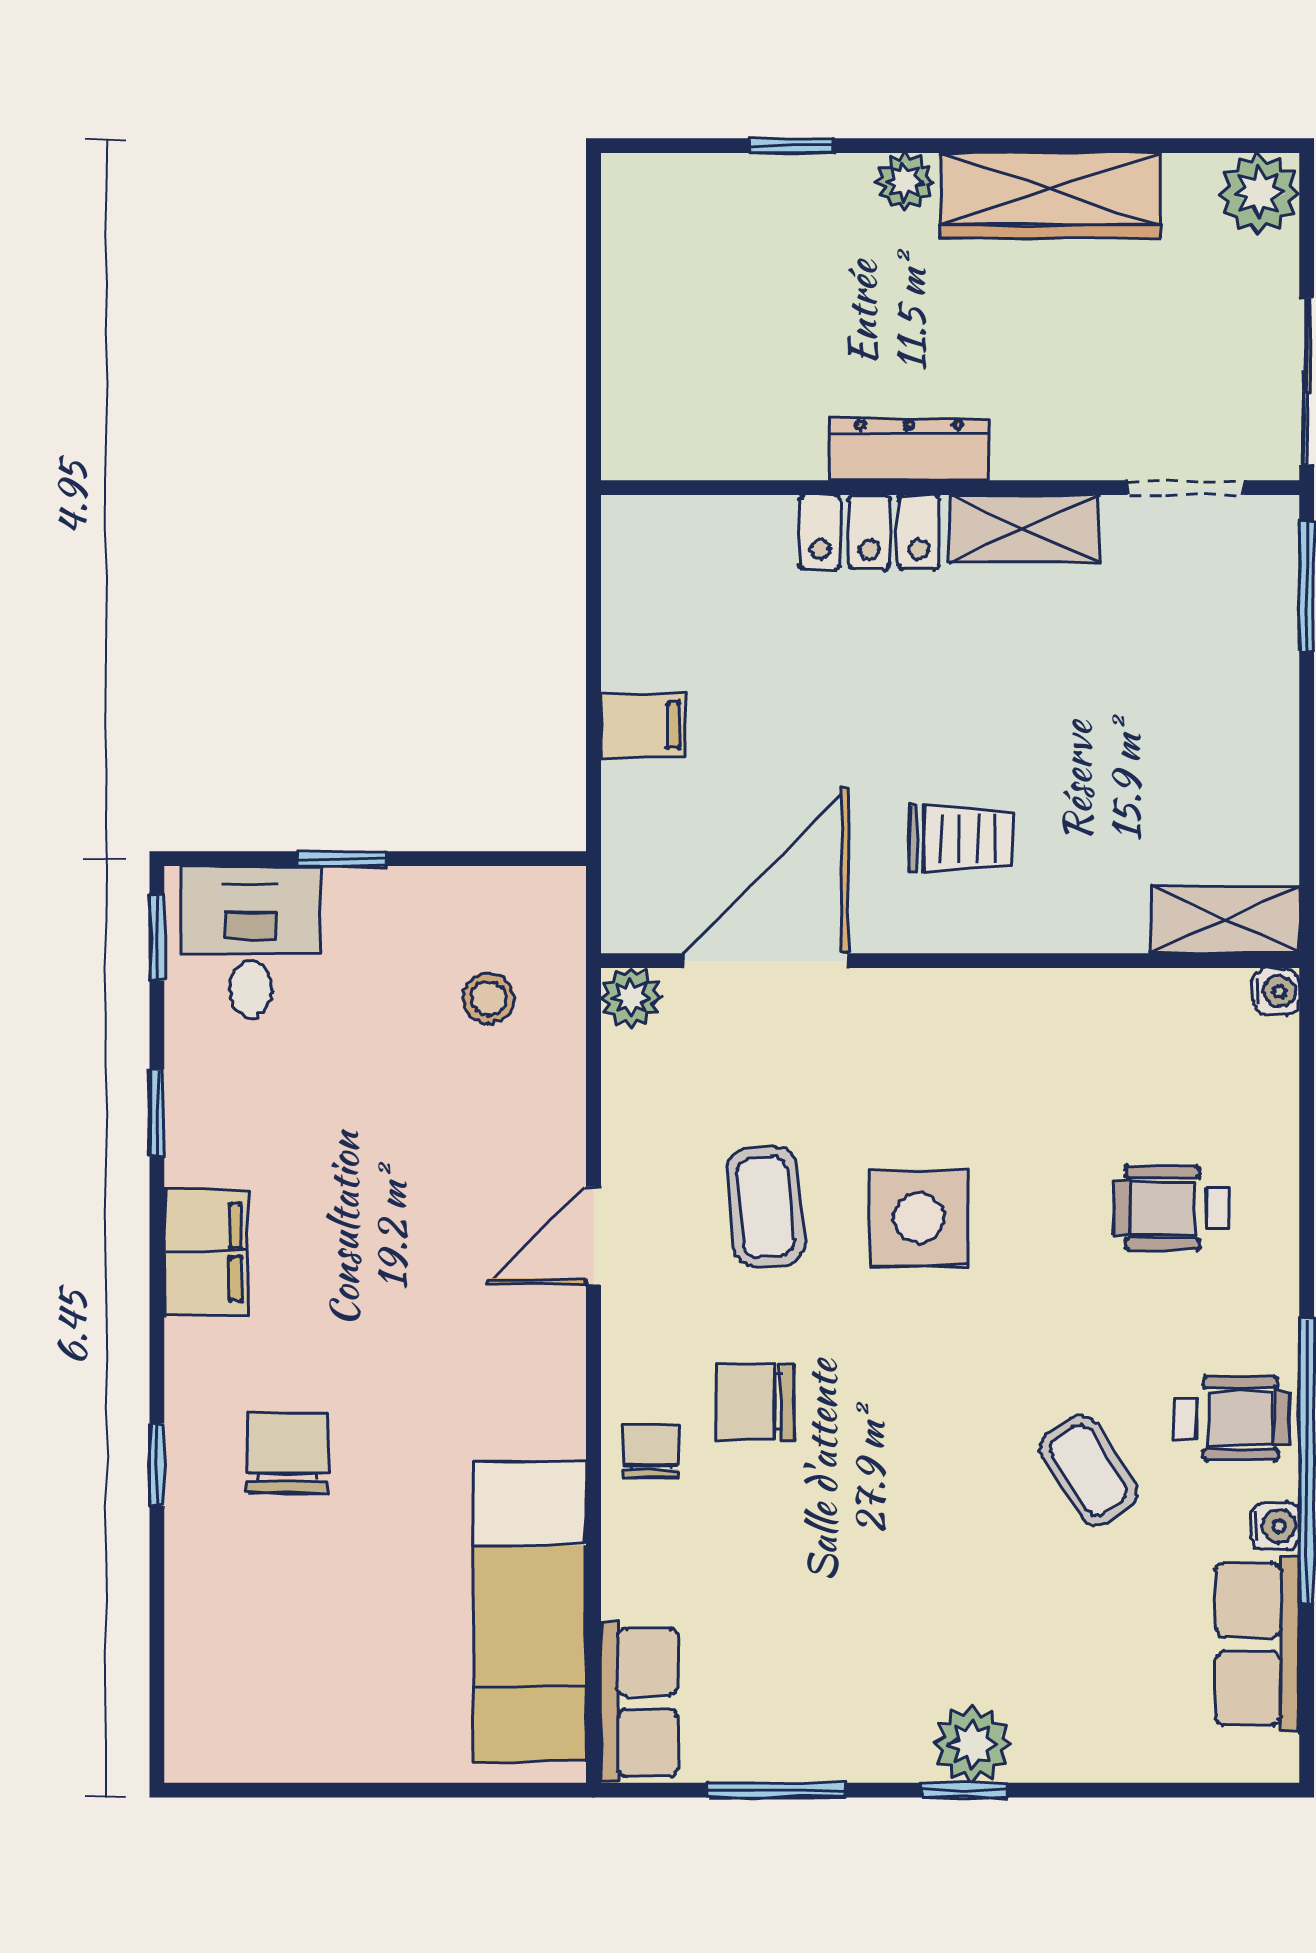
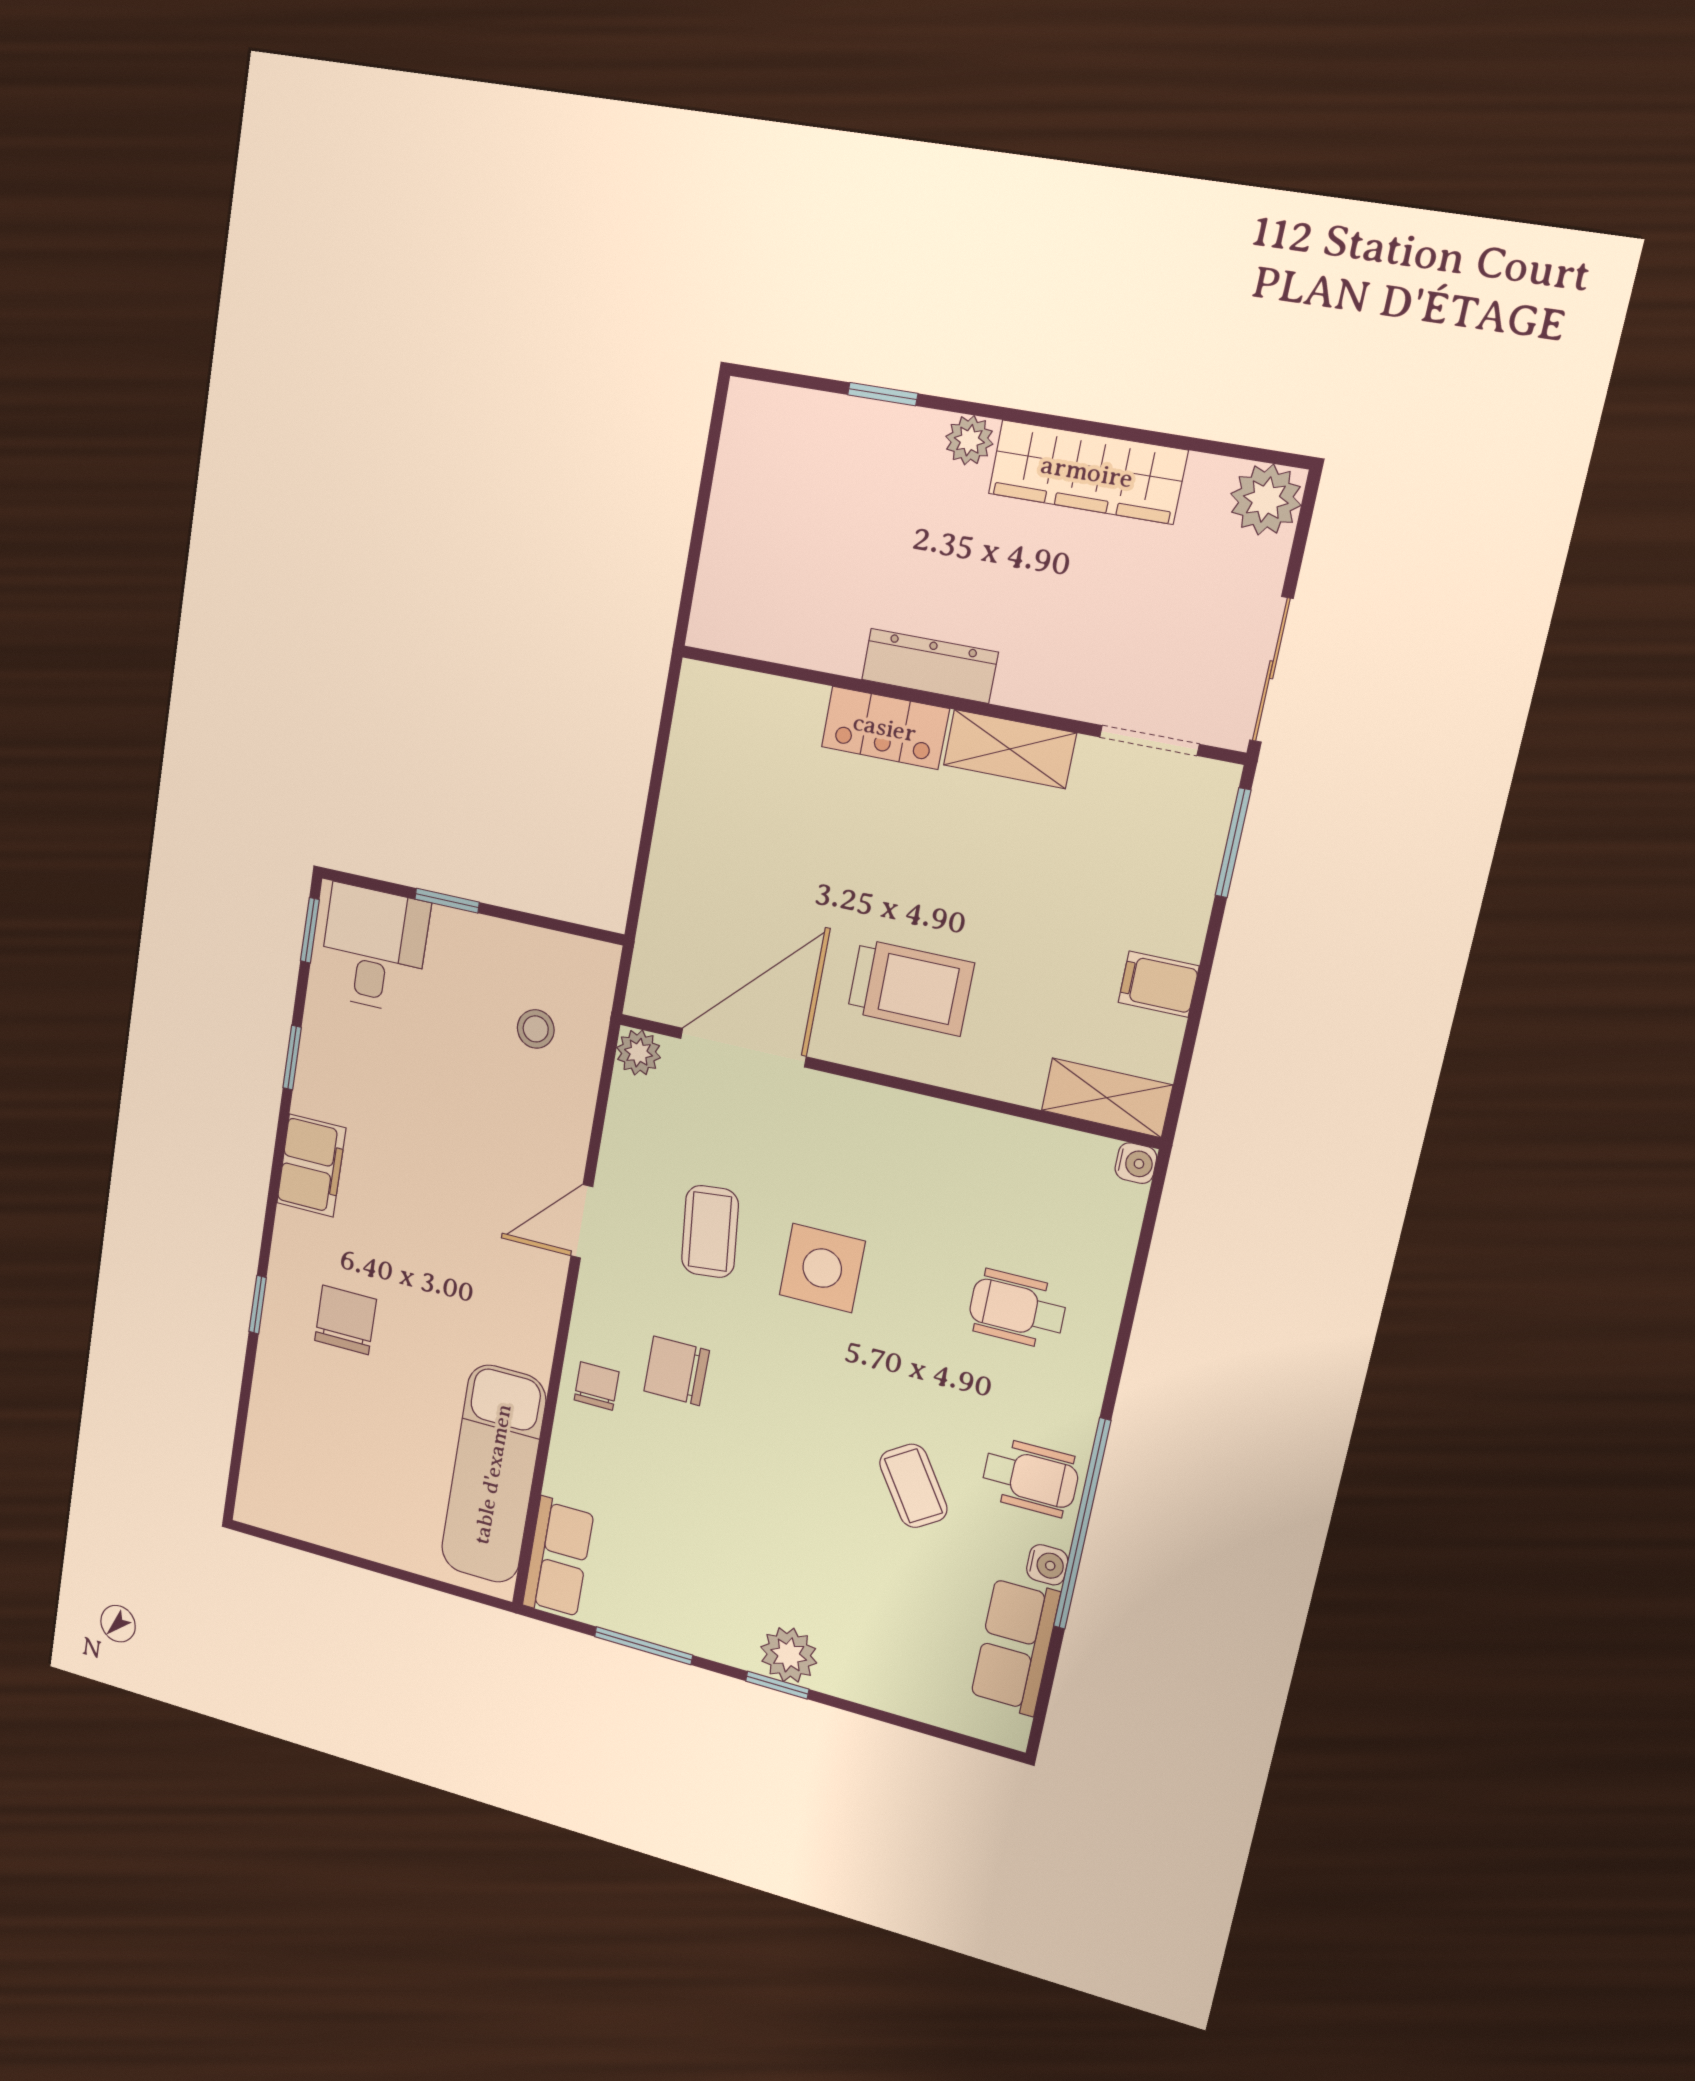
filing cabinet: (643, 726) -> (1159, 984), moved, turned 180
trolley: (961, 839) -> (911, 987), width x1.36, depth x1.39

